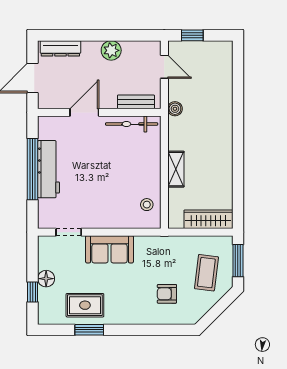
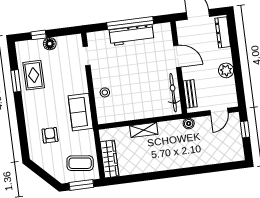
stool: (147, 205) -> (105, 92), moved
sofa: (110, 249) -> (81, 112), moved
coffee table: (206, 273) -> (80, 163), moved

